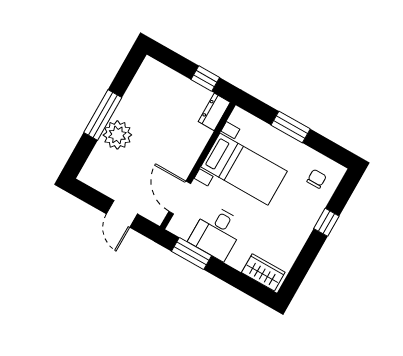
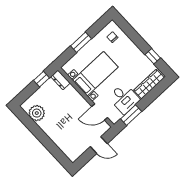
window: (103, 115) -> (44, 139), removed
plant: (117, 135) -> (37, 113), moved
window: (326, 222) -> (153, 56), moved
wardrobe: (263, 272) -> (149, 84), width x1.50

